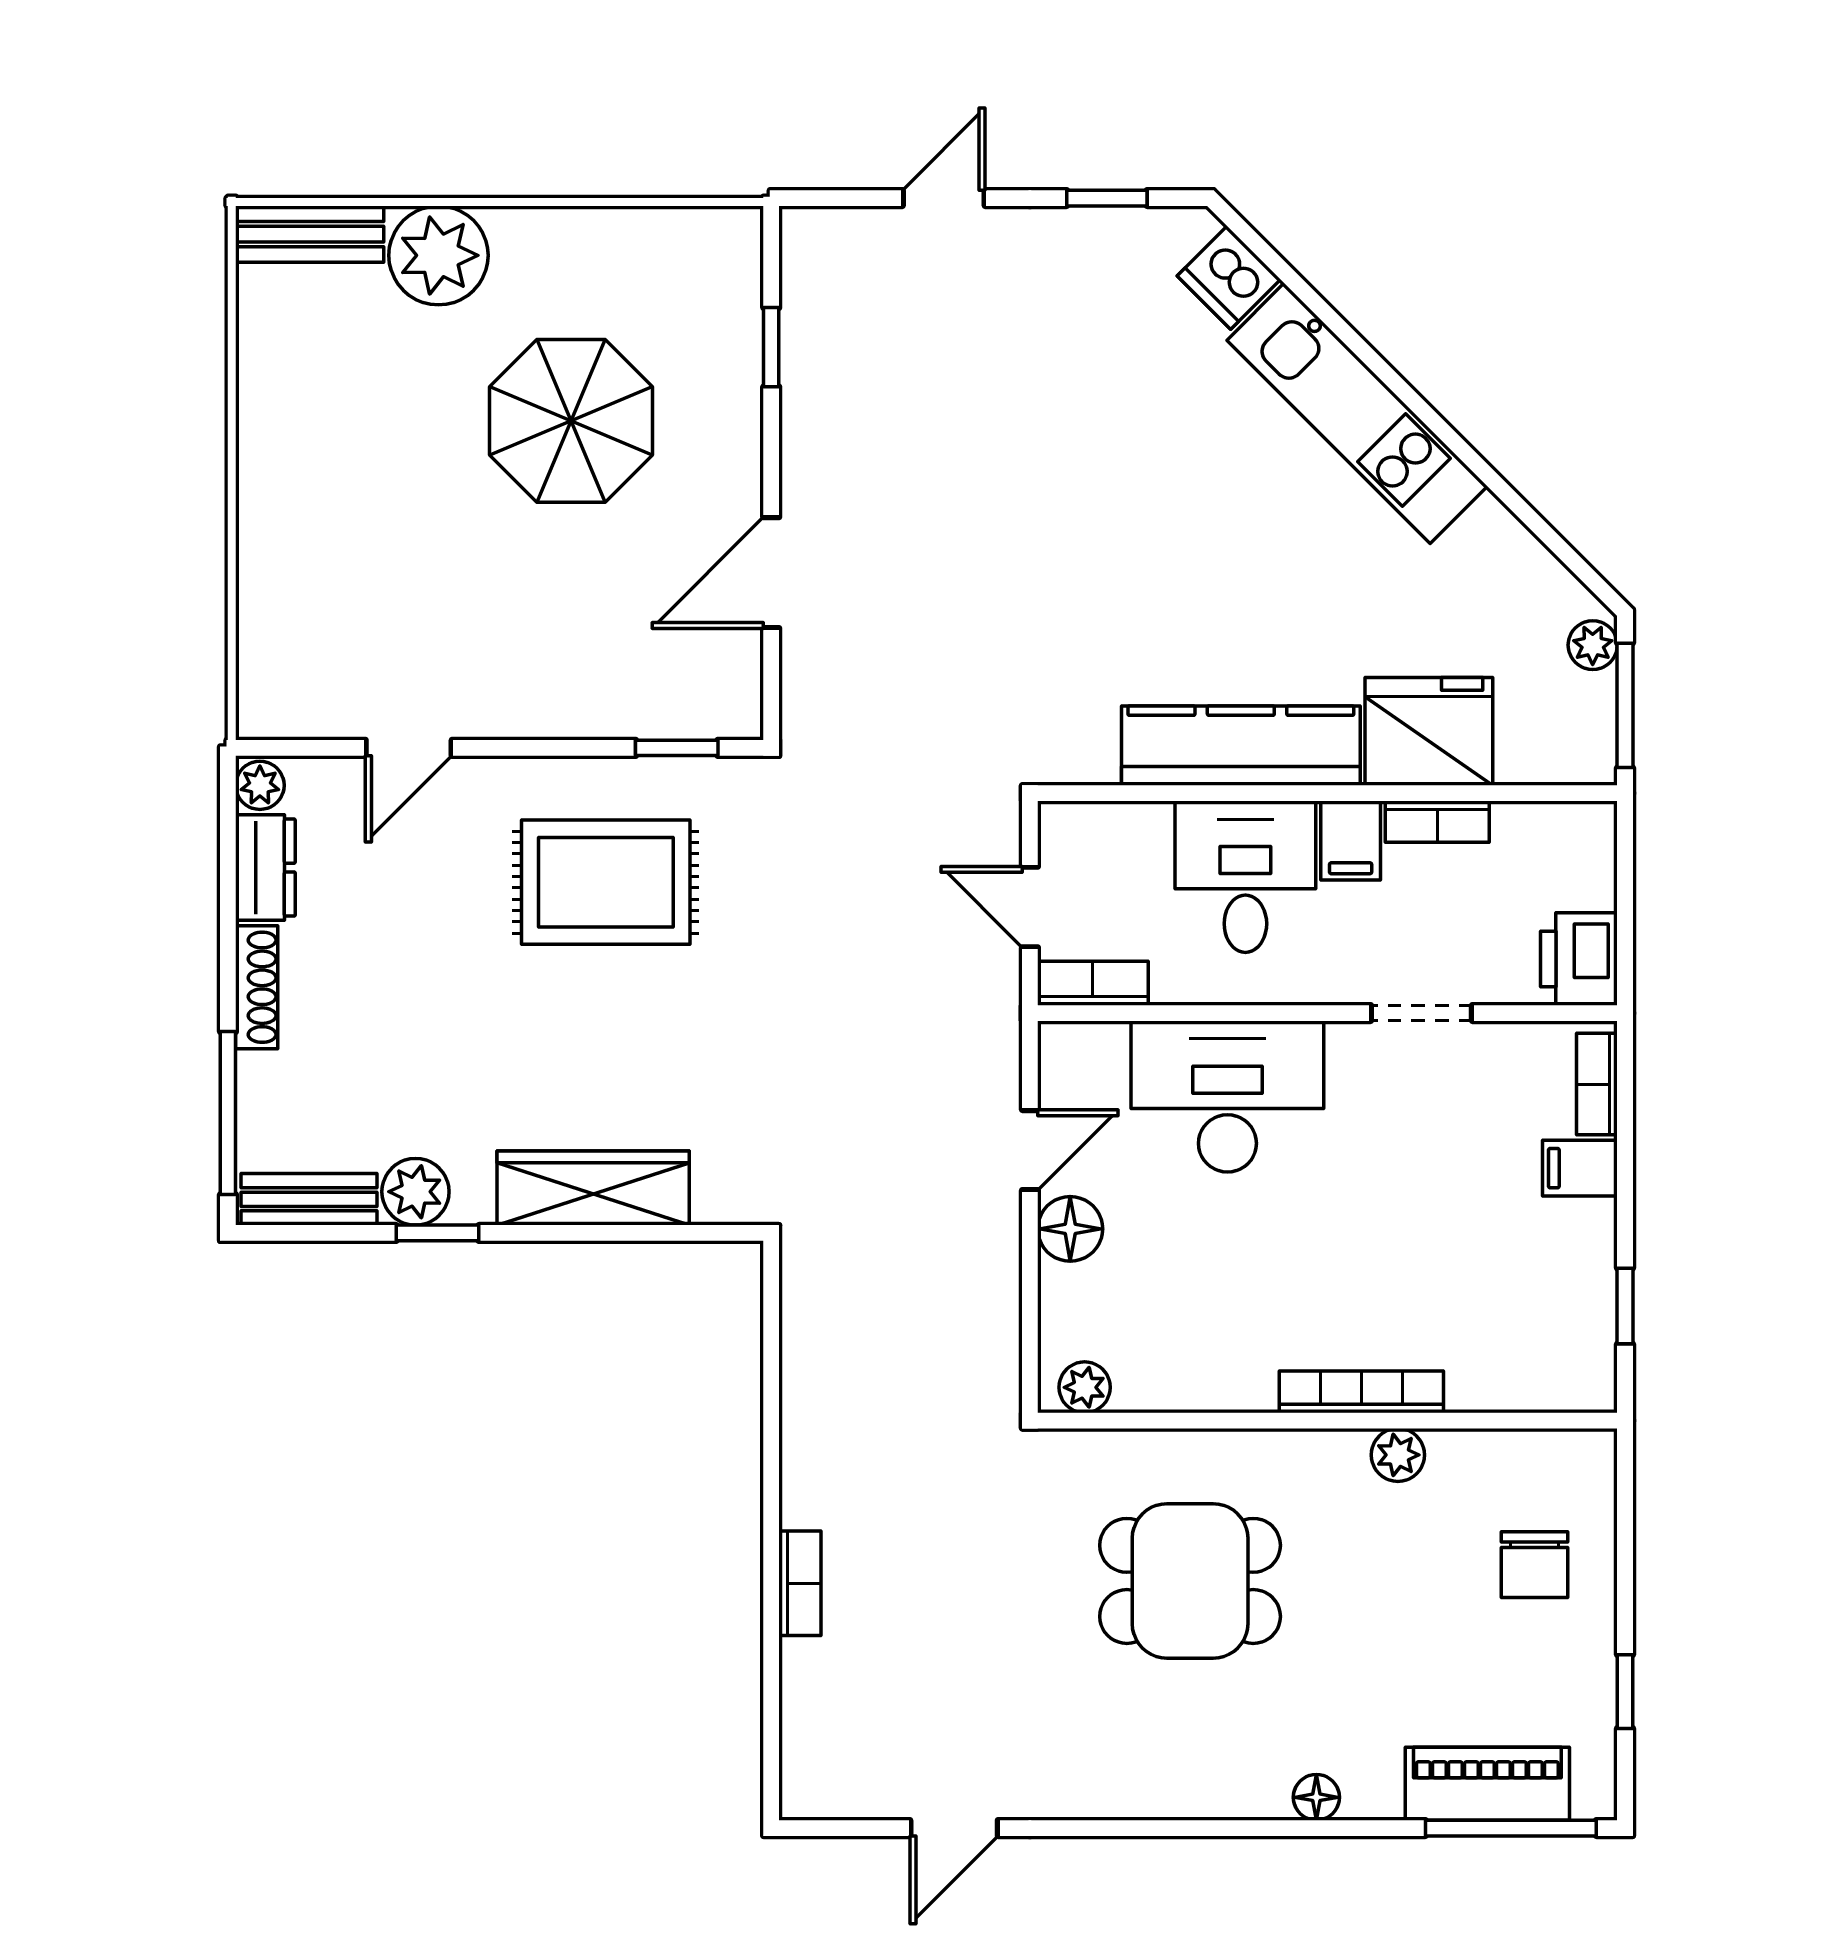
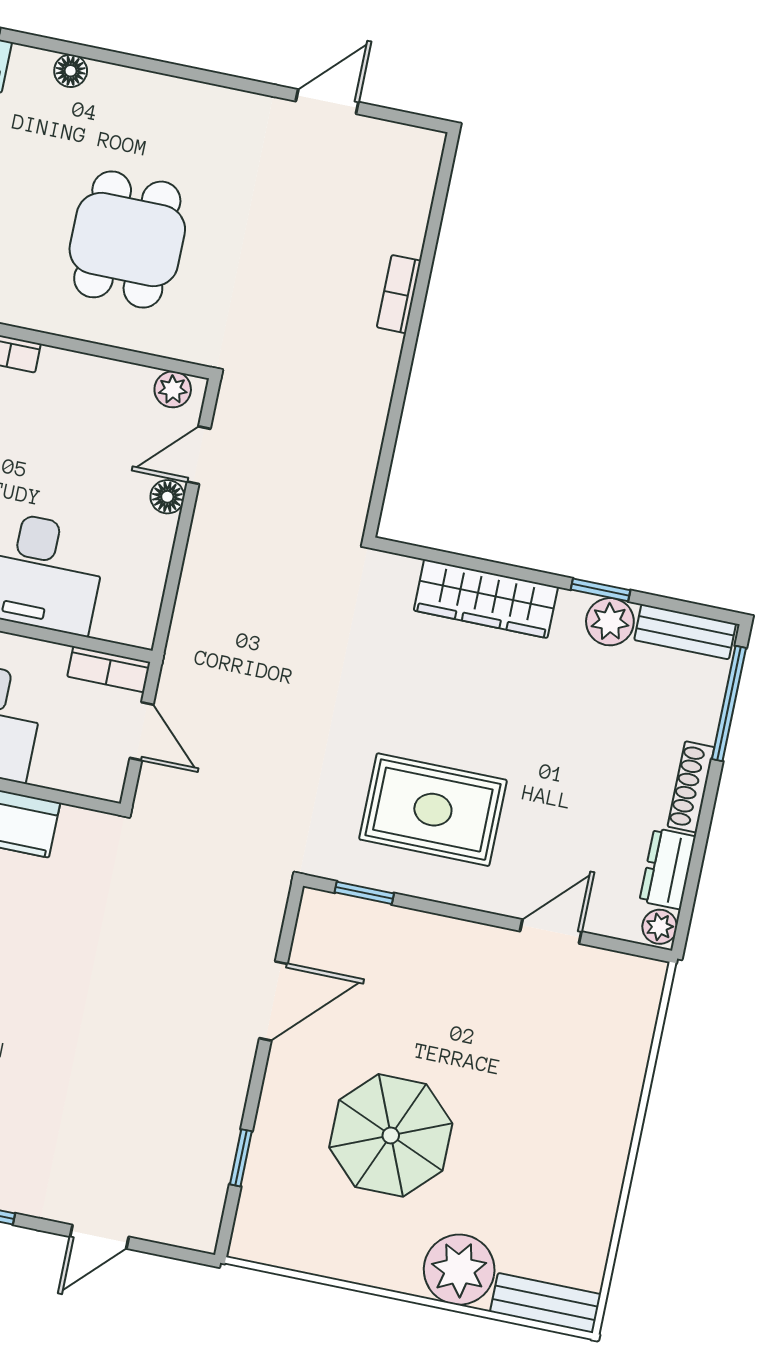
door: (1030, 1150) -> (199, 455), moved
floor lamp: (1070, 1229) -> (167, 497), width x0.73, depth x0.73
dining table: (1190, 1581) -> (127, 239), turned 90

